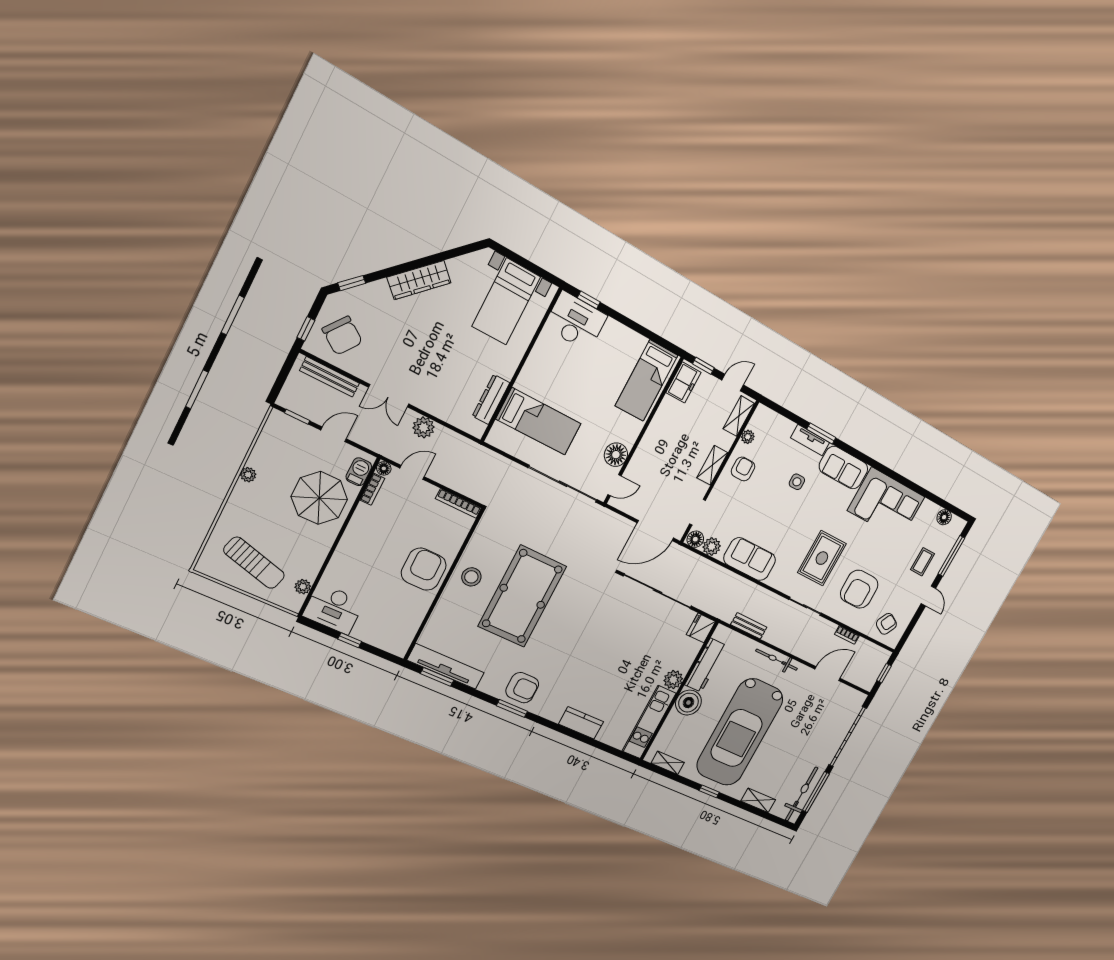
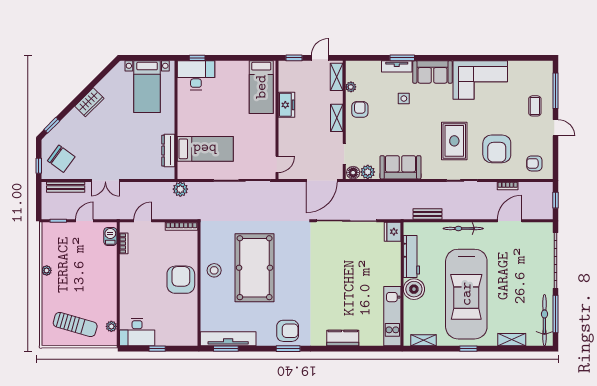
wardrobe: (419, 280) -> (89, 102), width x0.67
freezer: (683, 382) -> (286, 105), moved
plant: (424, 427) -> (180, 189), moved
floor lamp: (616, 455) -> (267, 144), removed
floor lamp: (384, 468) -> (124, 227), removed
parasol: (319, 498) -> (95, 265), removed
floor lamp: (944, 517) -> (532, 67), removed
armchair: (886, 624) -> (534, 163), turned -118
plant: (673, 680) -> (393, 278), removed

